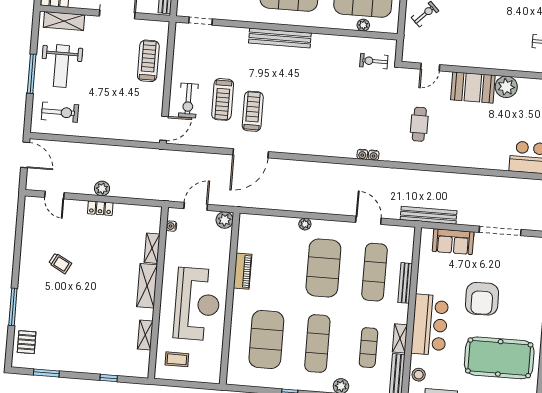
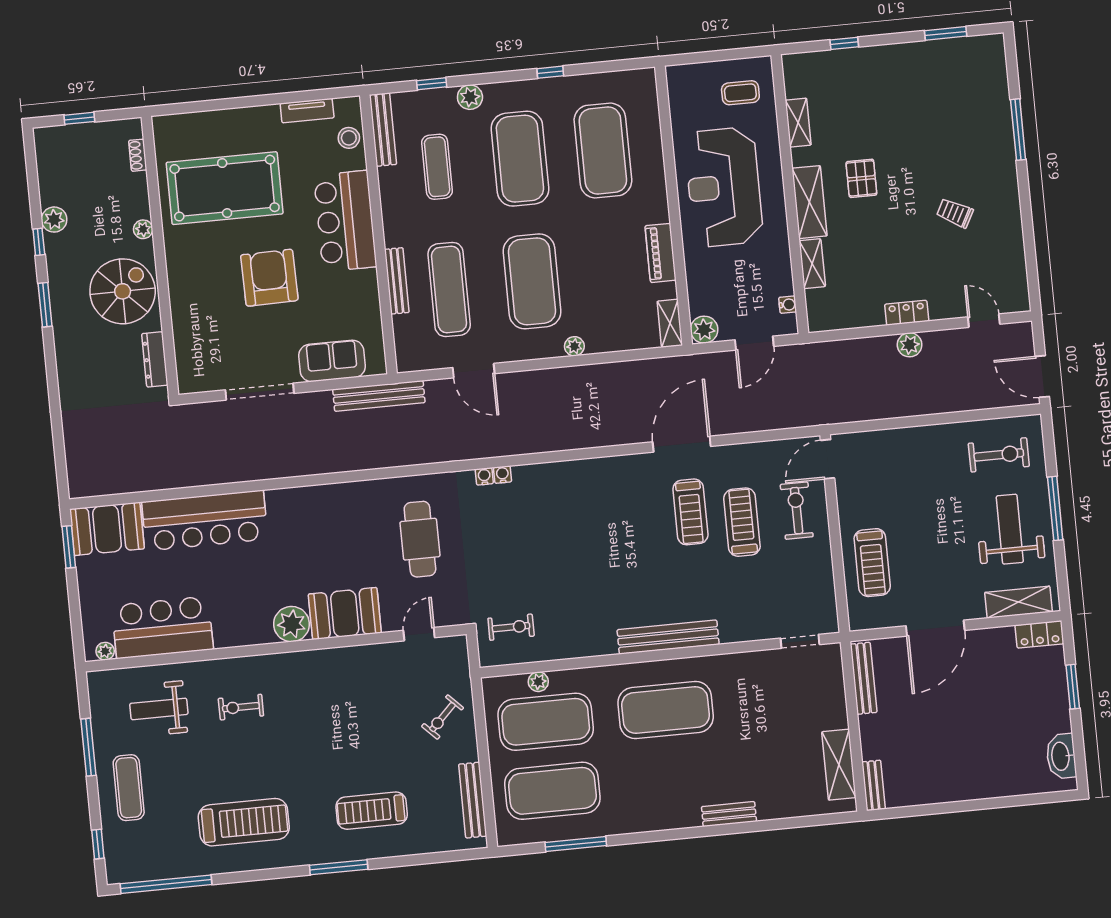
exercise bike: (60, 112) -> (999, 455), turned 180
cafe table: (419, 124) -> (420, 539), width x1.37, depth x1.35
shelving: (400, 338) -> (670, 323), moved
pallet: (27, 342) -> (861, 178), moved
exercise mat: (317, 344) -> (520, 159), width x1.47

